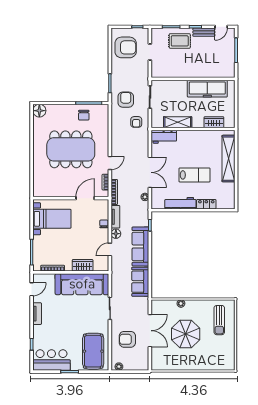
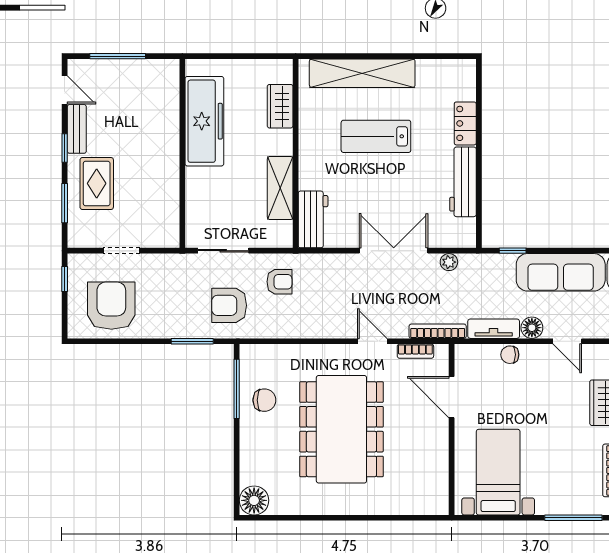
lab bench: (194, 175) -> (376, 136), moved, turned -90

